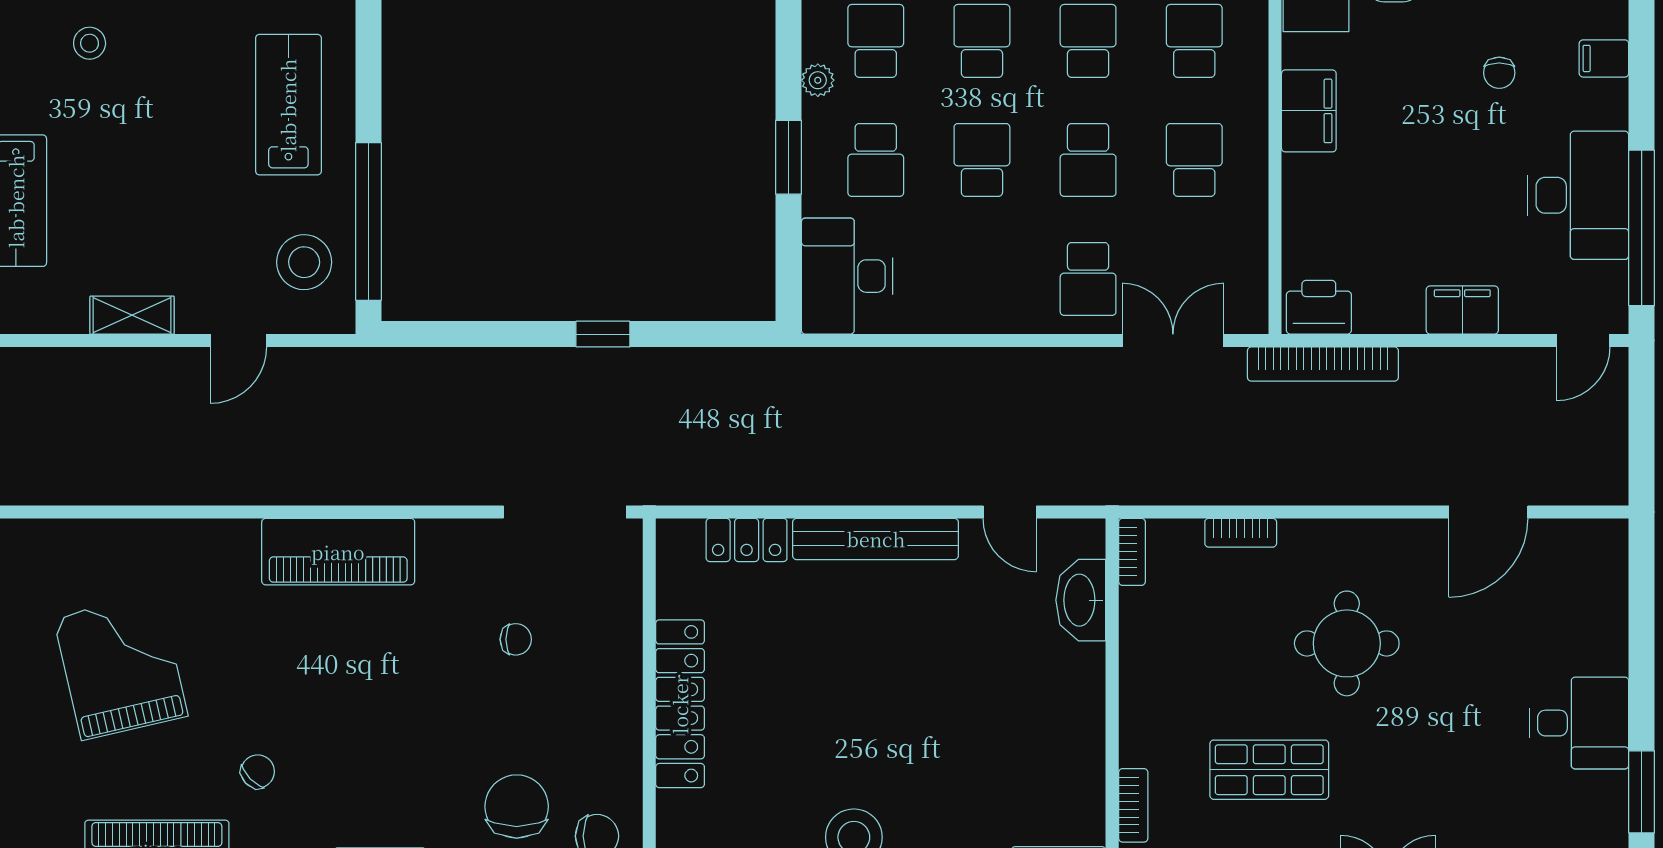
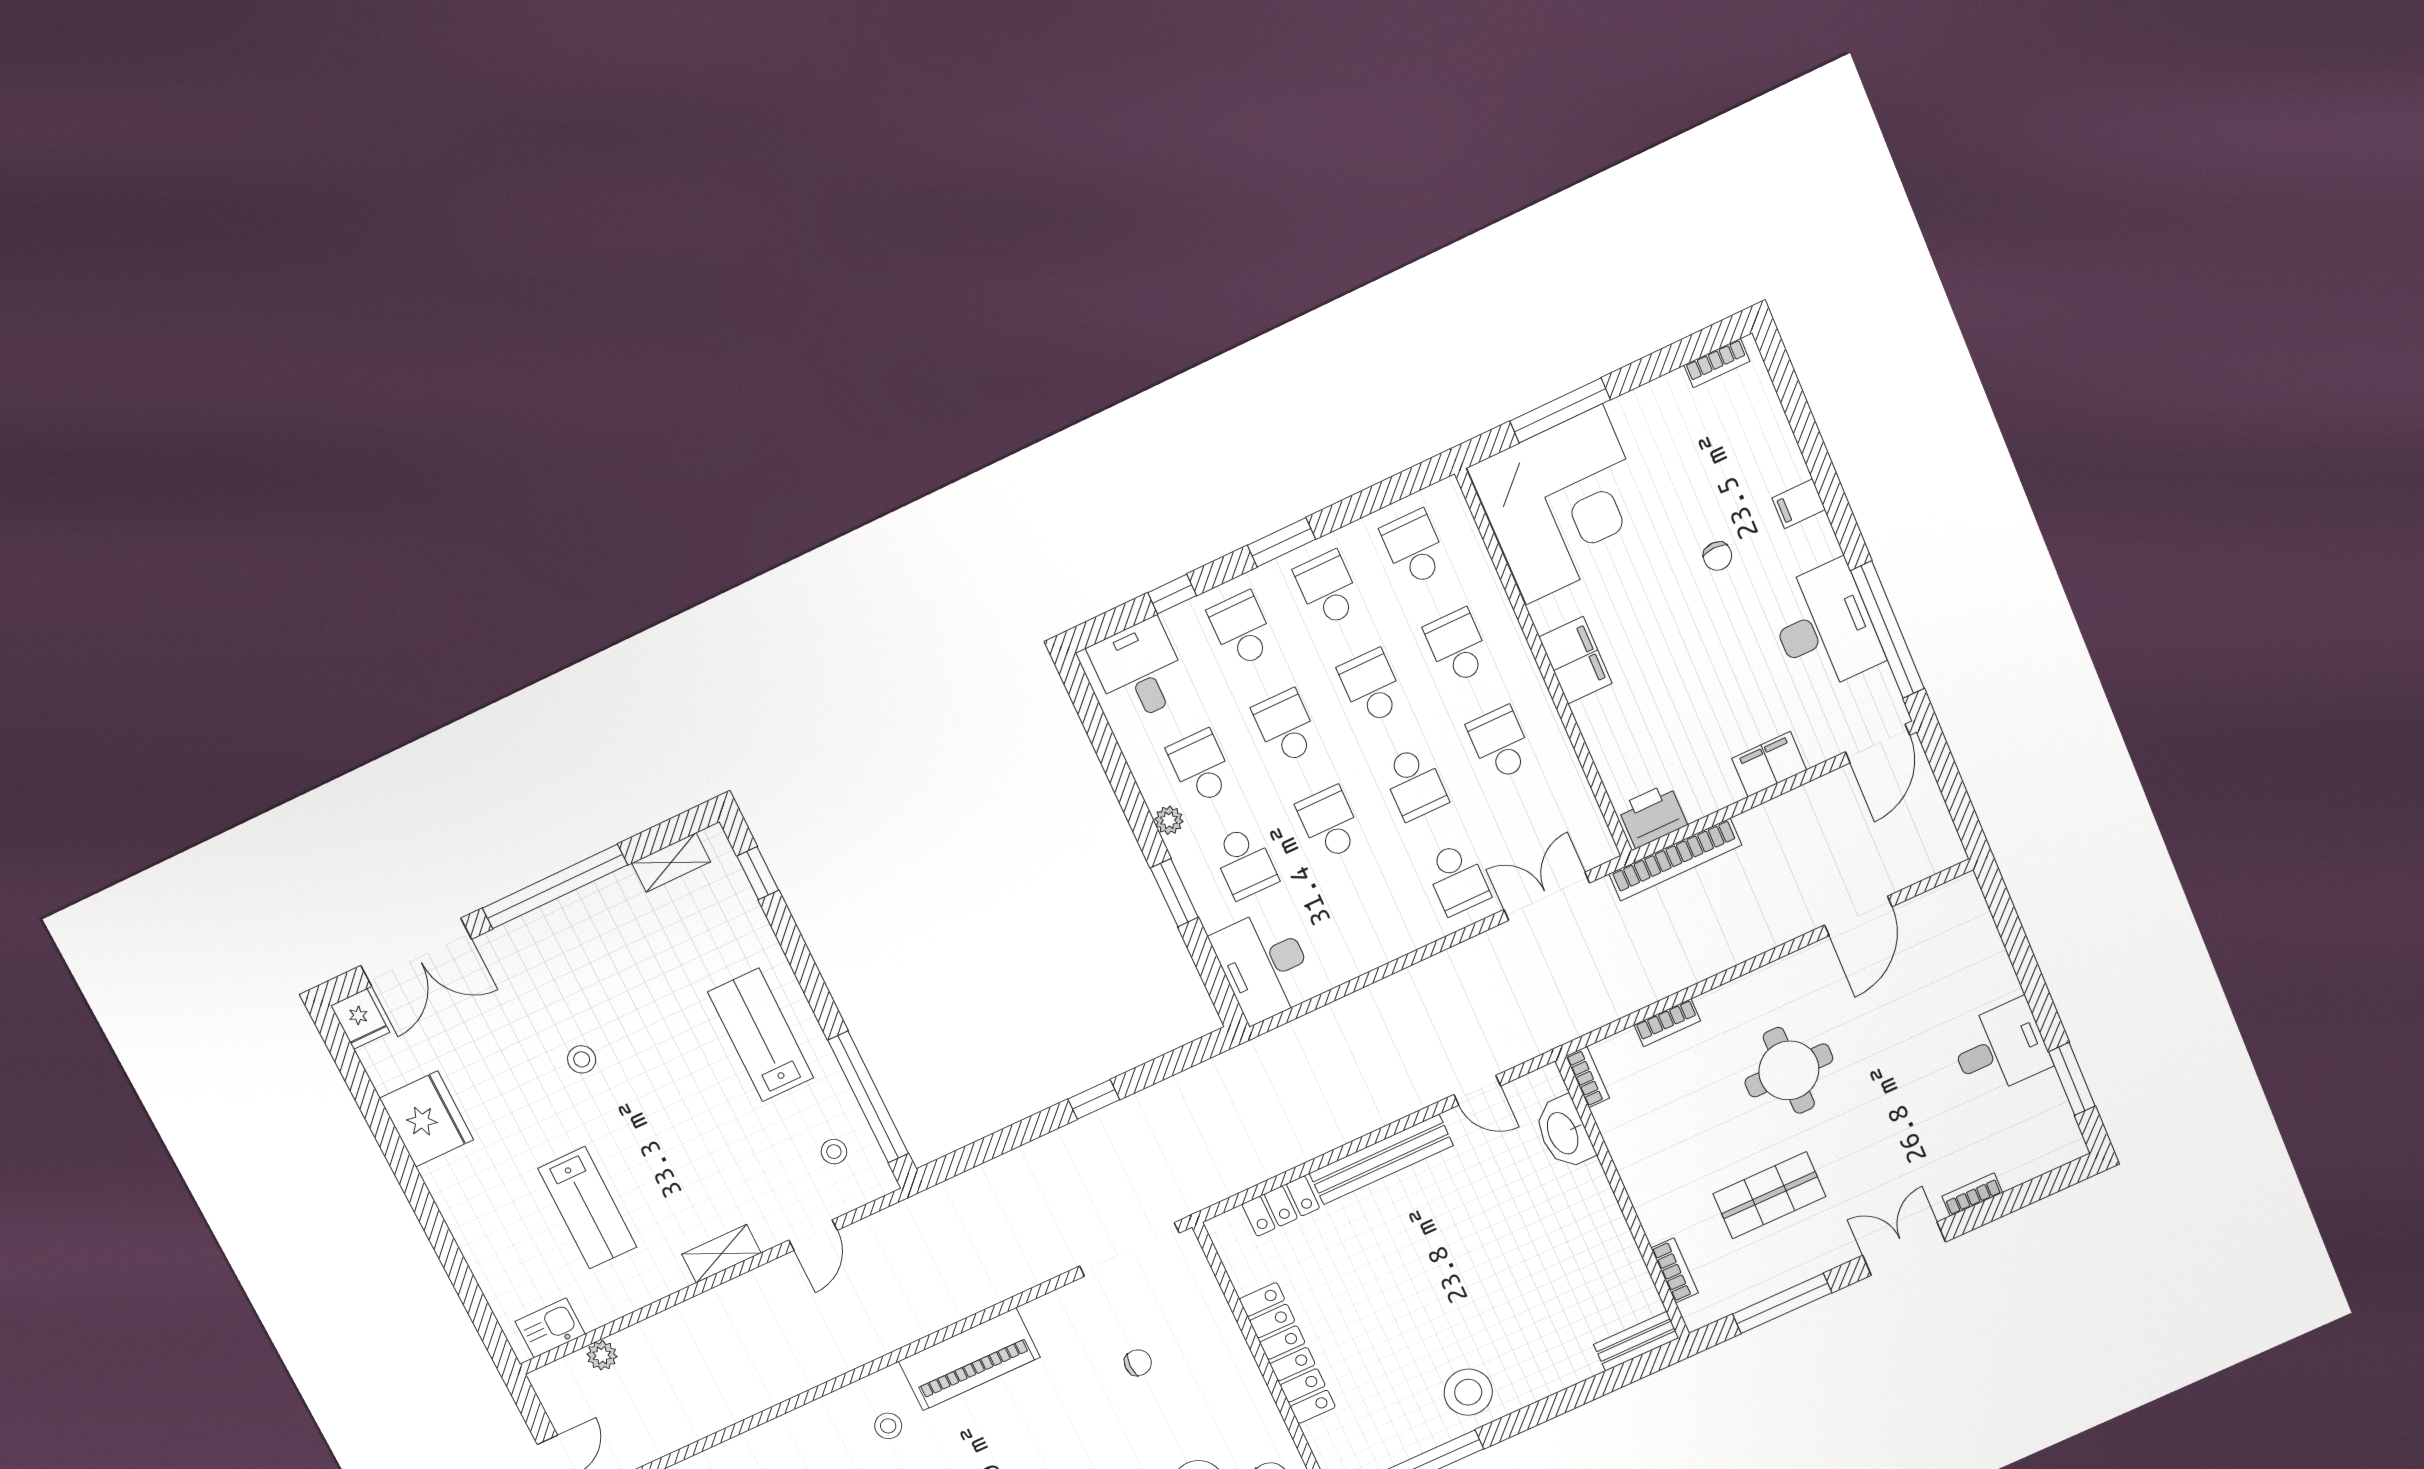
stool: (304, 262) -> (834, 1152), width x0.53, depth x0.53
door: (1583, 340) -> (1878, 744), width x1.38
stool: (216, 584) -> (888, 1426), added

